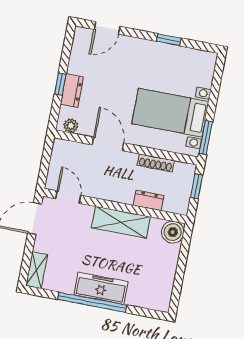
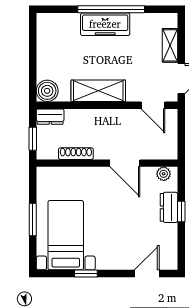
bed with nightstands: (170, 113) -> (66, 235), moved, turned -90
window: (206, 138) -> (33, 220), moved
dresser: (148, 200) -> (50, 117), moved
shelving: (37, 270) -> (170, 45), moved

